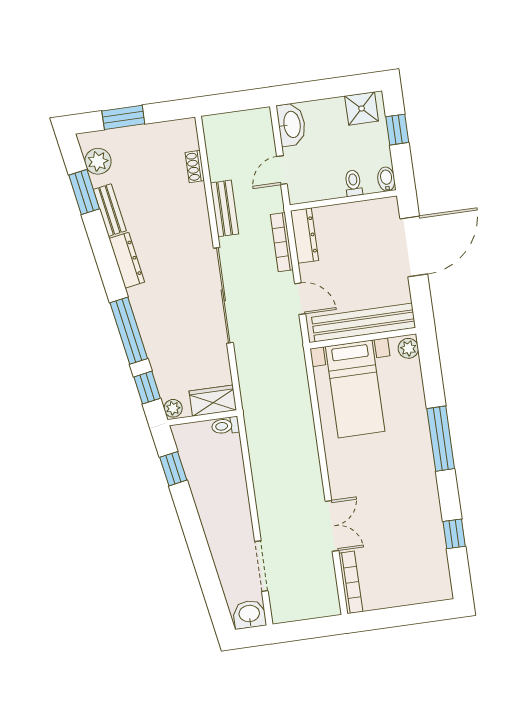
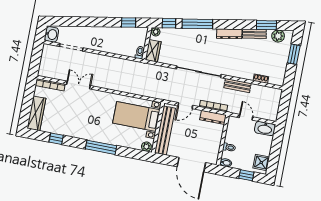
double door: (332, 526) -> (78, 85), swing flipped
wardrobe: (417, 590) -> (36, 113), added

